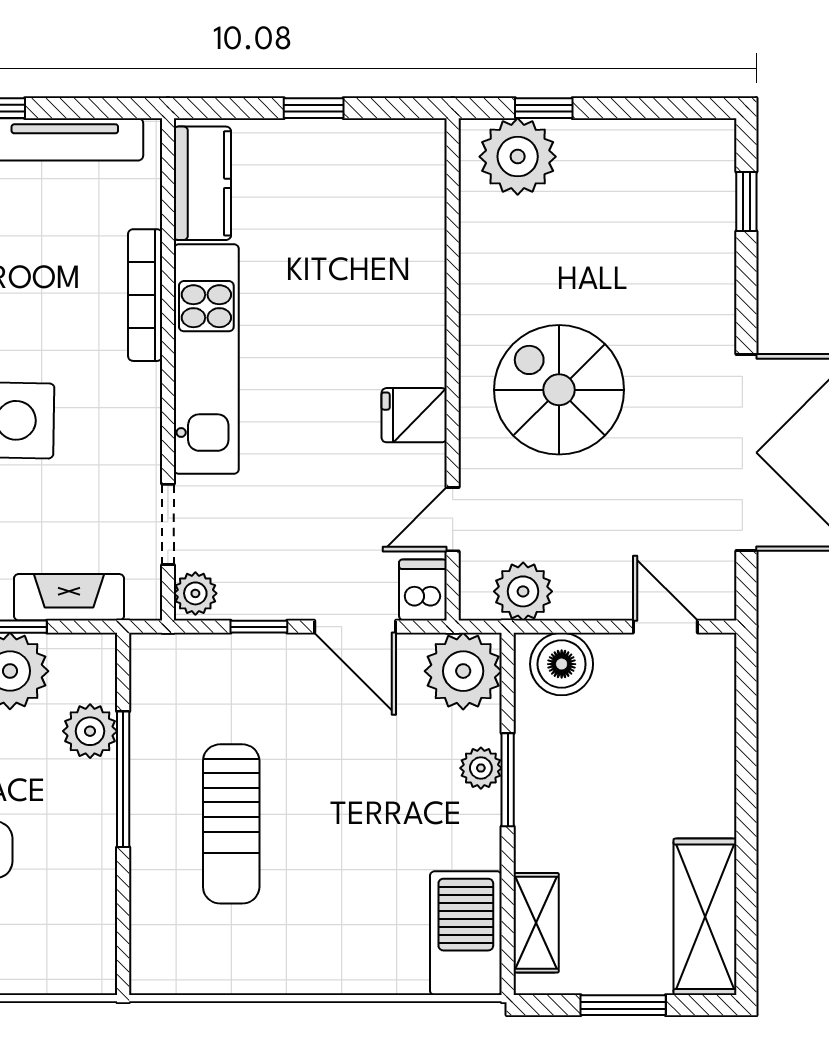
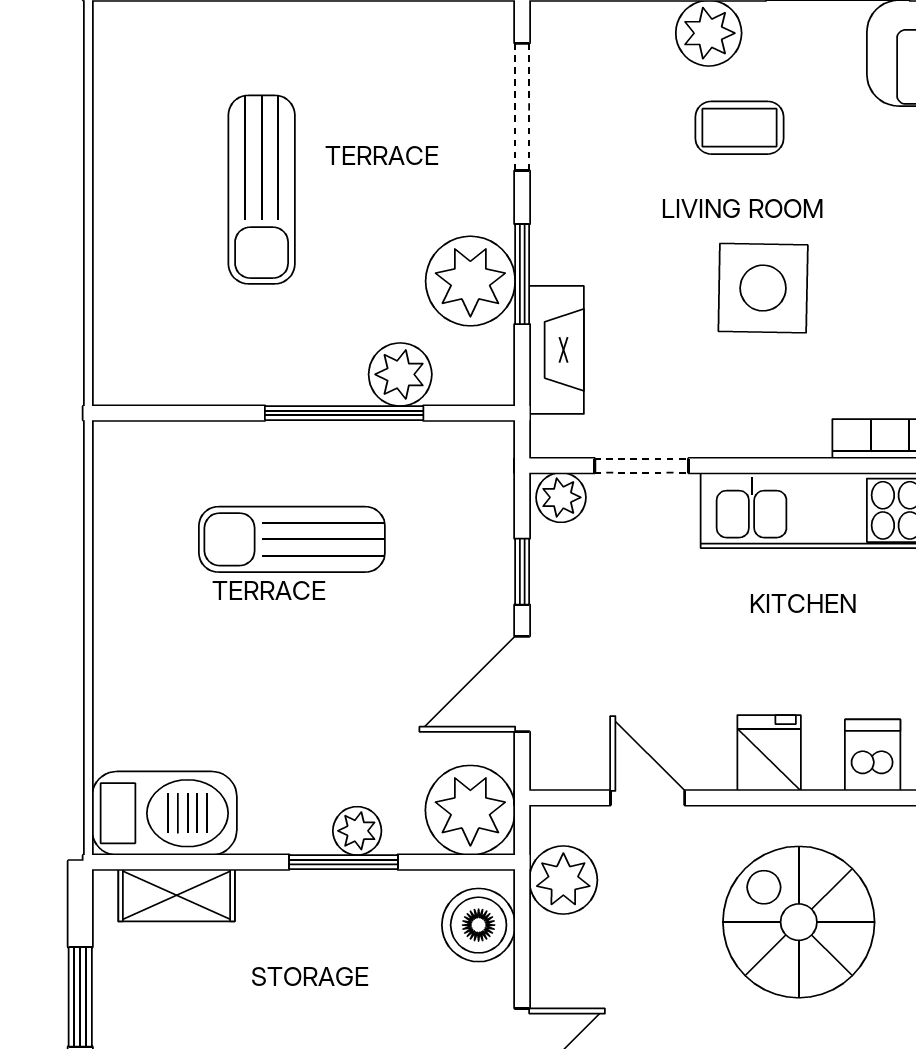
spiral stairs: (559, 390) -> (799, 922), turned -90
dishwasher: (423, 590) -> (873, 755), moved, turned -90

